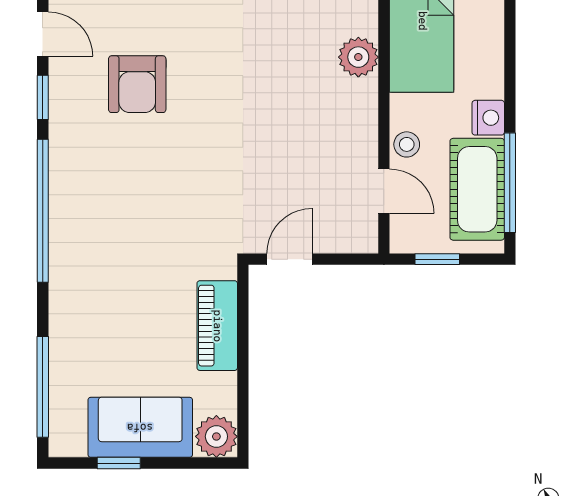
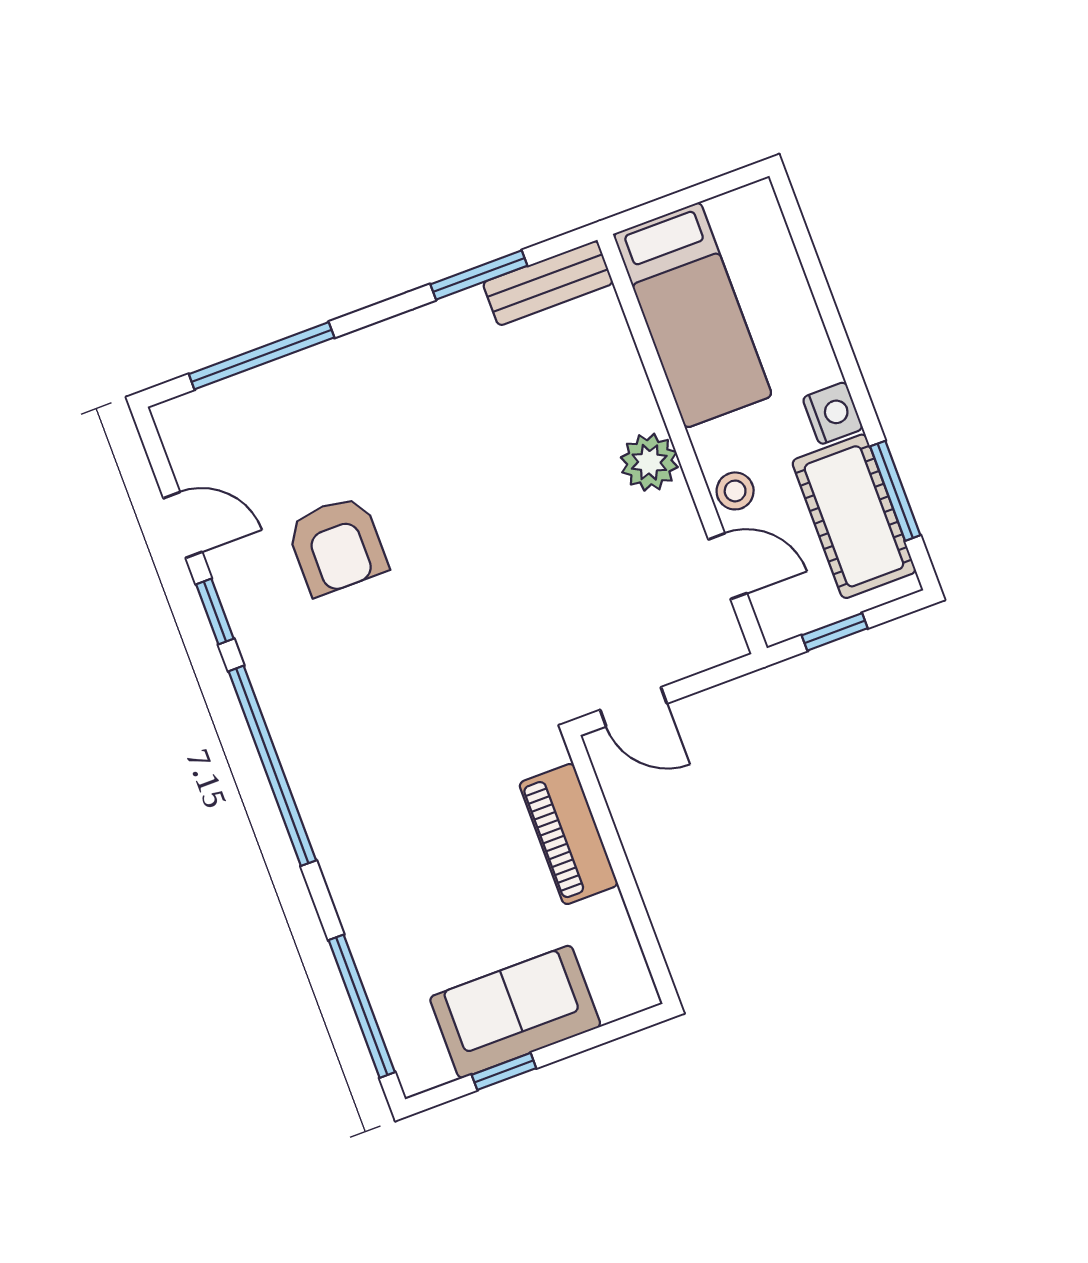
plant: (358, 57) -> (649, 462), moved
window: (510, 183) -> (895, 491), width x0.69
door: (290, 259) -> (633, 707), swing flipped
plant: (216, 436) -> (624, 986), removed

